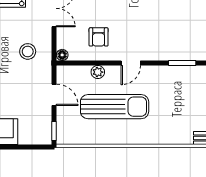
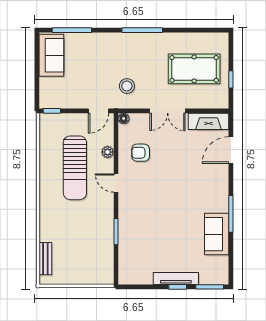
door: (54, 95) -> (99, 111), moved

